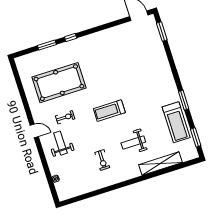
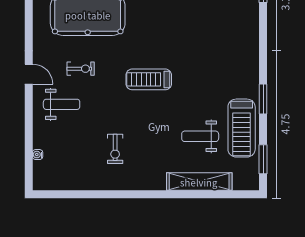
weight bench: (133, 142) -> (200, 136), moved
weight bench: (60, 143) -> (62, 104), turned 90

